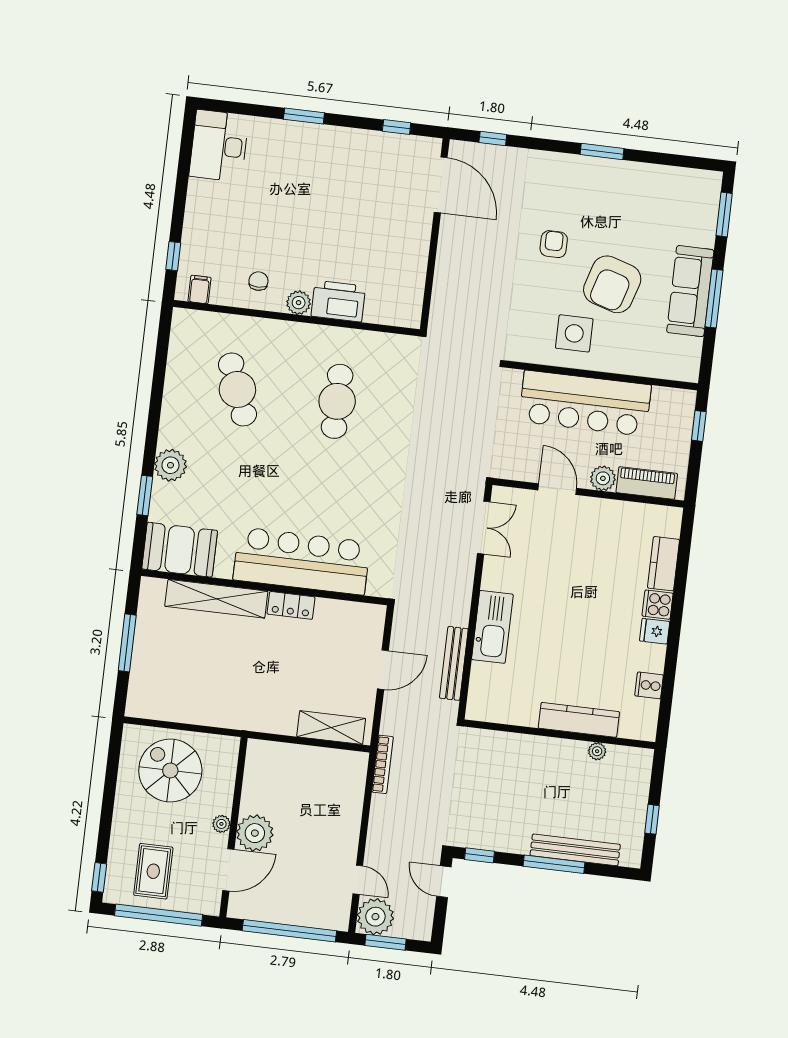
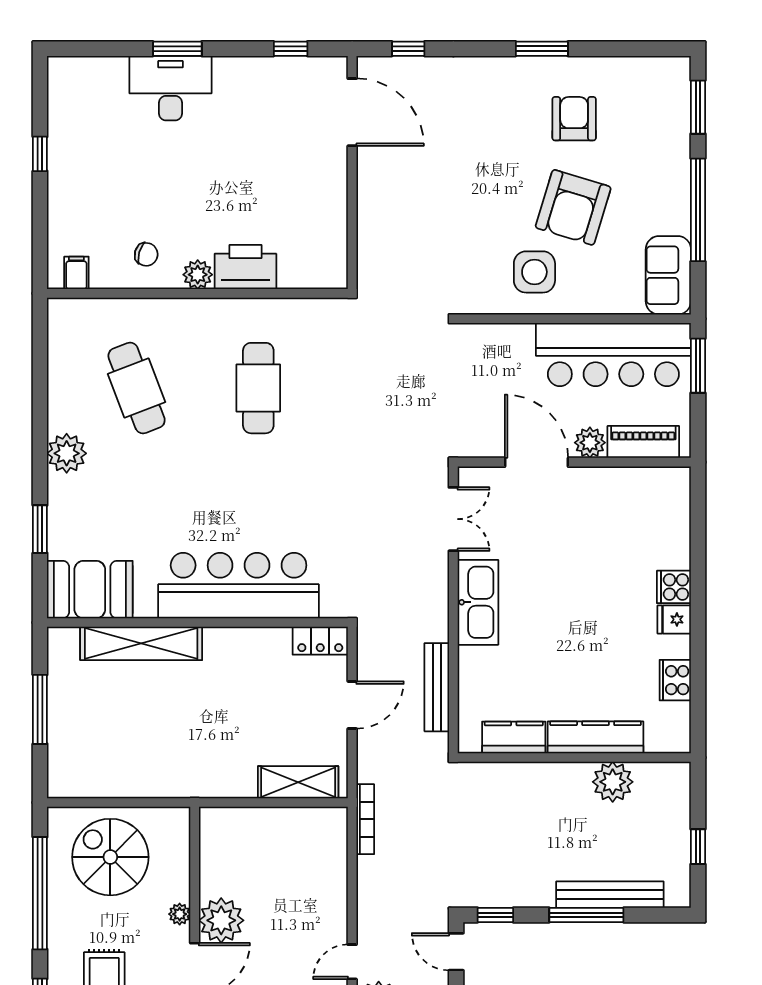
desk: (219, 146) -> (170, 88), moved, turned 90
armchair: (554, 244) -> (574, 119), moved, width x1.38, depth x1.38
window: (173, 256) -> (40, 154), moved
chair: (258, 281) -> (146, 254), turned 106
sofa: (690, 291) -> (668, 275), moved, width x0.73
window: (714, 299) -> (698, 210), width x1.46
bar counter: (585, 403) -> (613, 355), moved
window: (699, 426) -> (698, 366), width x1.50
plant: (170, 465) -> (67, 453), moved
door: (557, 489) -> (536, 462), width x1.36
kitchen counter: (663, 564) -> (514, 737), moved, turned 90
locker: (291, 605) -> (320, 641), moved
kitchen sink: (492, 627) -> (478, 602), moved
cooker: (649, 685) -> (675, 680), width x1.36
plant: (597, 751) -> (613, 782), width x1.88, depth x1.88
window: (109, 793) -> (40, 893), added
door: (358, 880) -> (352, 962), swing flipped

